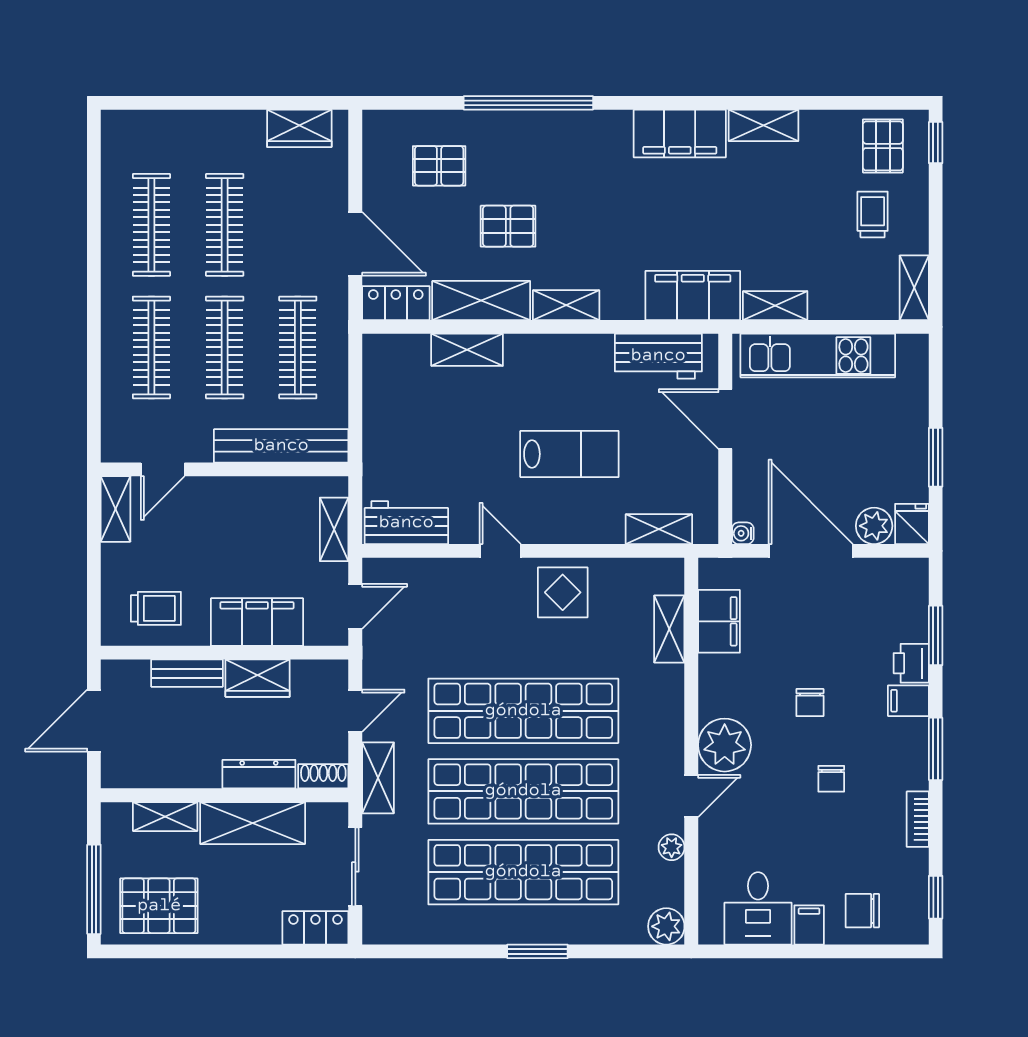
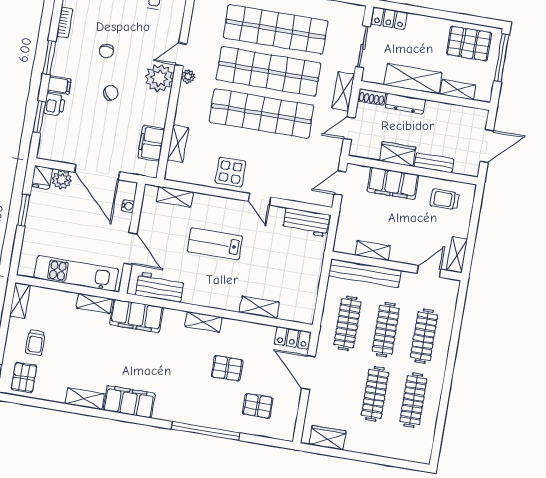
shelving: (481, 301) -> (248, 332), removed
shelving: (334, 529) -> (373, 251), moved, turned 90
water cooler: (743, 533) -> (128, 206), moved
chair: (810, 703) -> (111, 93), turned 52
chair: (831, 779) -> (106, 51), turned 180
plant: (672, 847) -> (188, 77), moved

